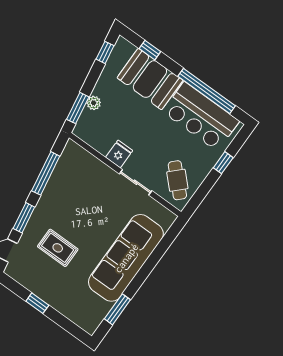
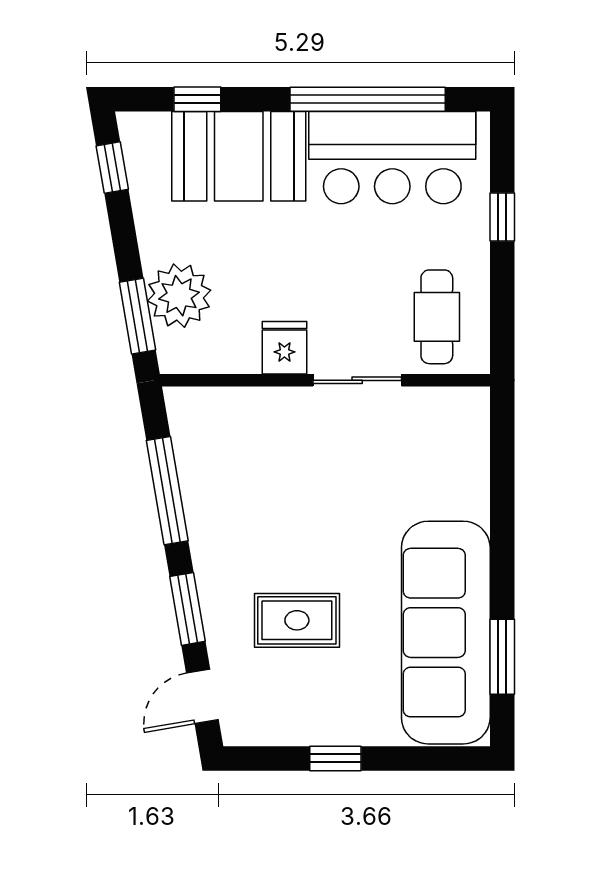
plant: (94, 103) -> (179, 296), width x1.88, depth x1.88
cafe table: (177, 180) -> (437, 317), turned 45
sofa: (126, 258) -> (446, 633), moved

